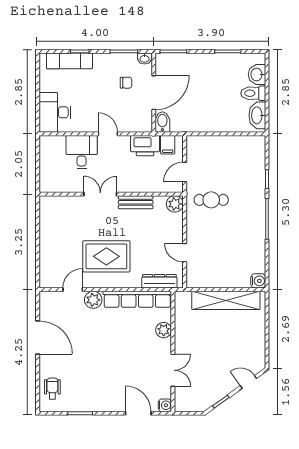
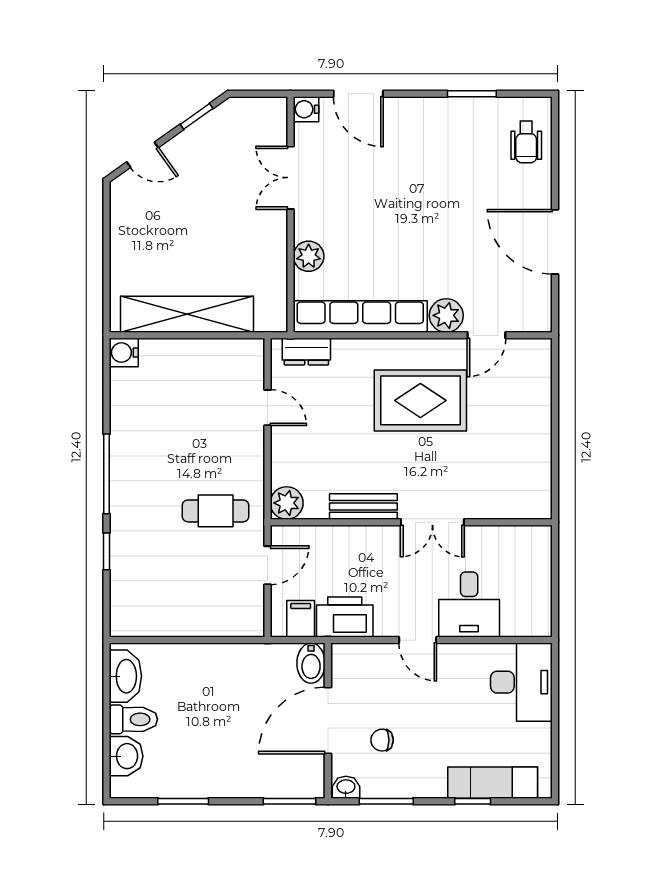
dresser: (159, 281) -> (306, 352), width x0.70

